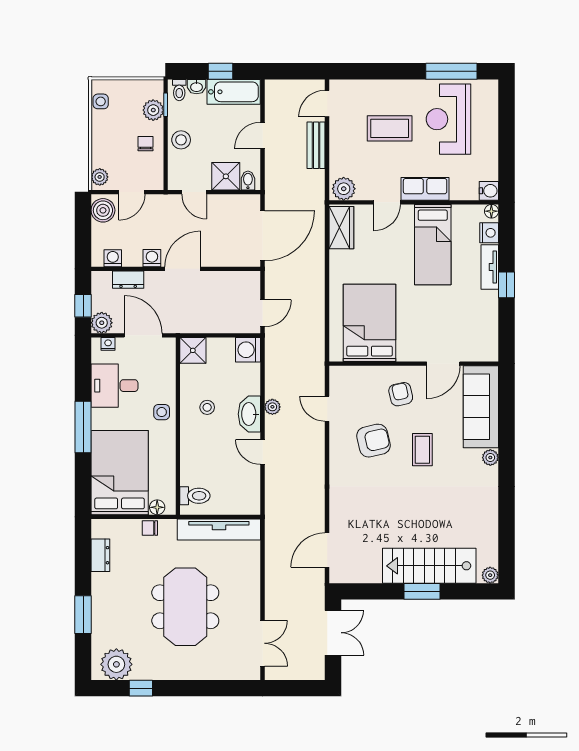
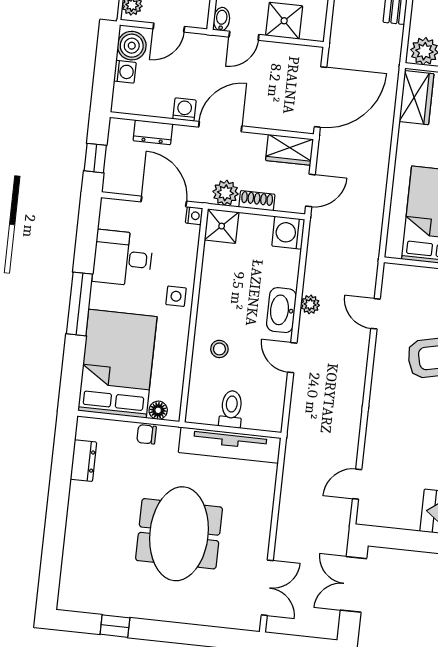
bidet: (248, 181) -> (222, 19), moved
door: (194, 192) -> (244, 36), hinge flipped
washing machine: (113, 258) -> (125, 72), moved, turned 90
wardrobe: (242, 282) -> (289, 150), added
plant: (102, 323) -> (226, 193), moved
shoe rack: (220, 326) -> (257, 201), added
nightstand: (108, 344) -> (194, 216), moved, turned 90
stool: (207, 407) -> (219, 349), moved
toilet: (195, 496) -> (231, 409), moved, turned -90
door: (327, 550) -> (357, 484), width x0.73
window: (83, 615) -> (55, 530), removed
double door: (333, 633) -> (354, 584), swing flipped
plant: (116, 664) -> (88, 594), removed

